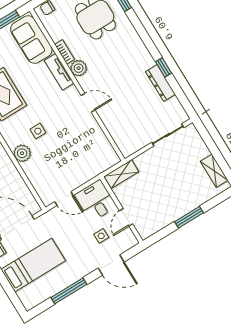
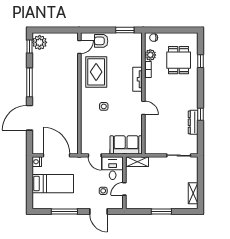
sofa: (31, 39) -> (126, 145), moved, turned 90
plant: (79, 68) -> (150, 55), moved
plant: (22, 153) -> (86, 114), removed

